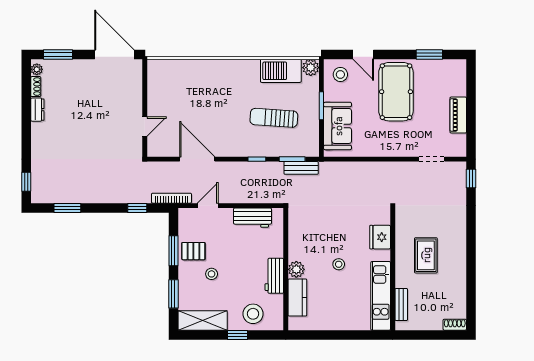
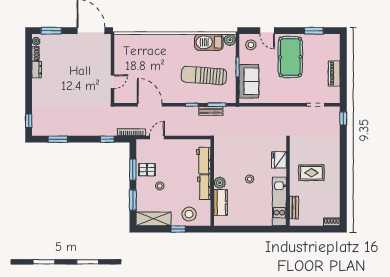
sun lounger: (274, 118) -> (204, 76), width x1.36, depth x1.34
bench: (301, 168) -> (211, 111), moved
workbench: (253, 218) -> (204, 161), moved, turned 90
rug: (426, 255) -> (311, 173), turned 90

